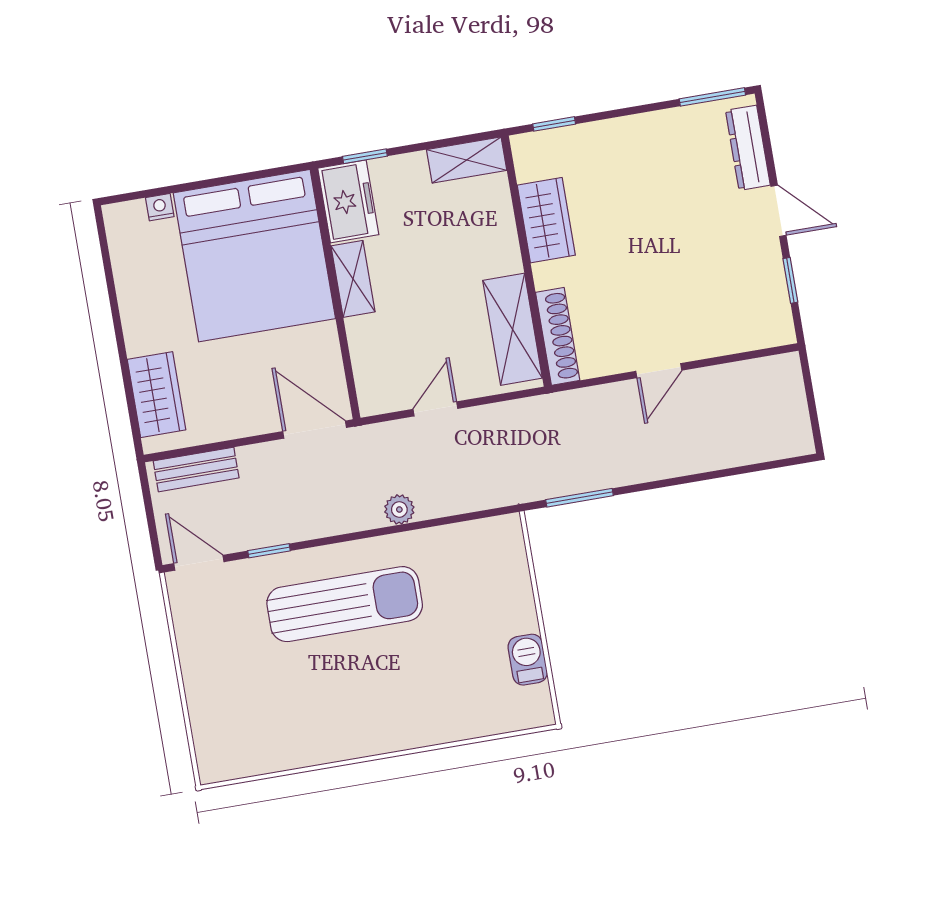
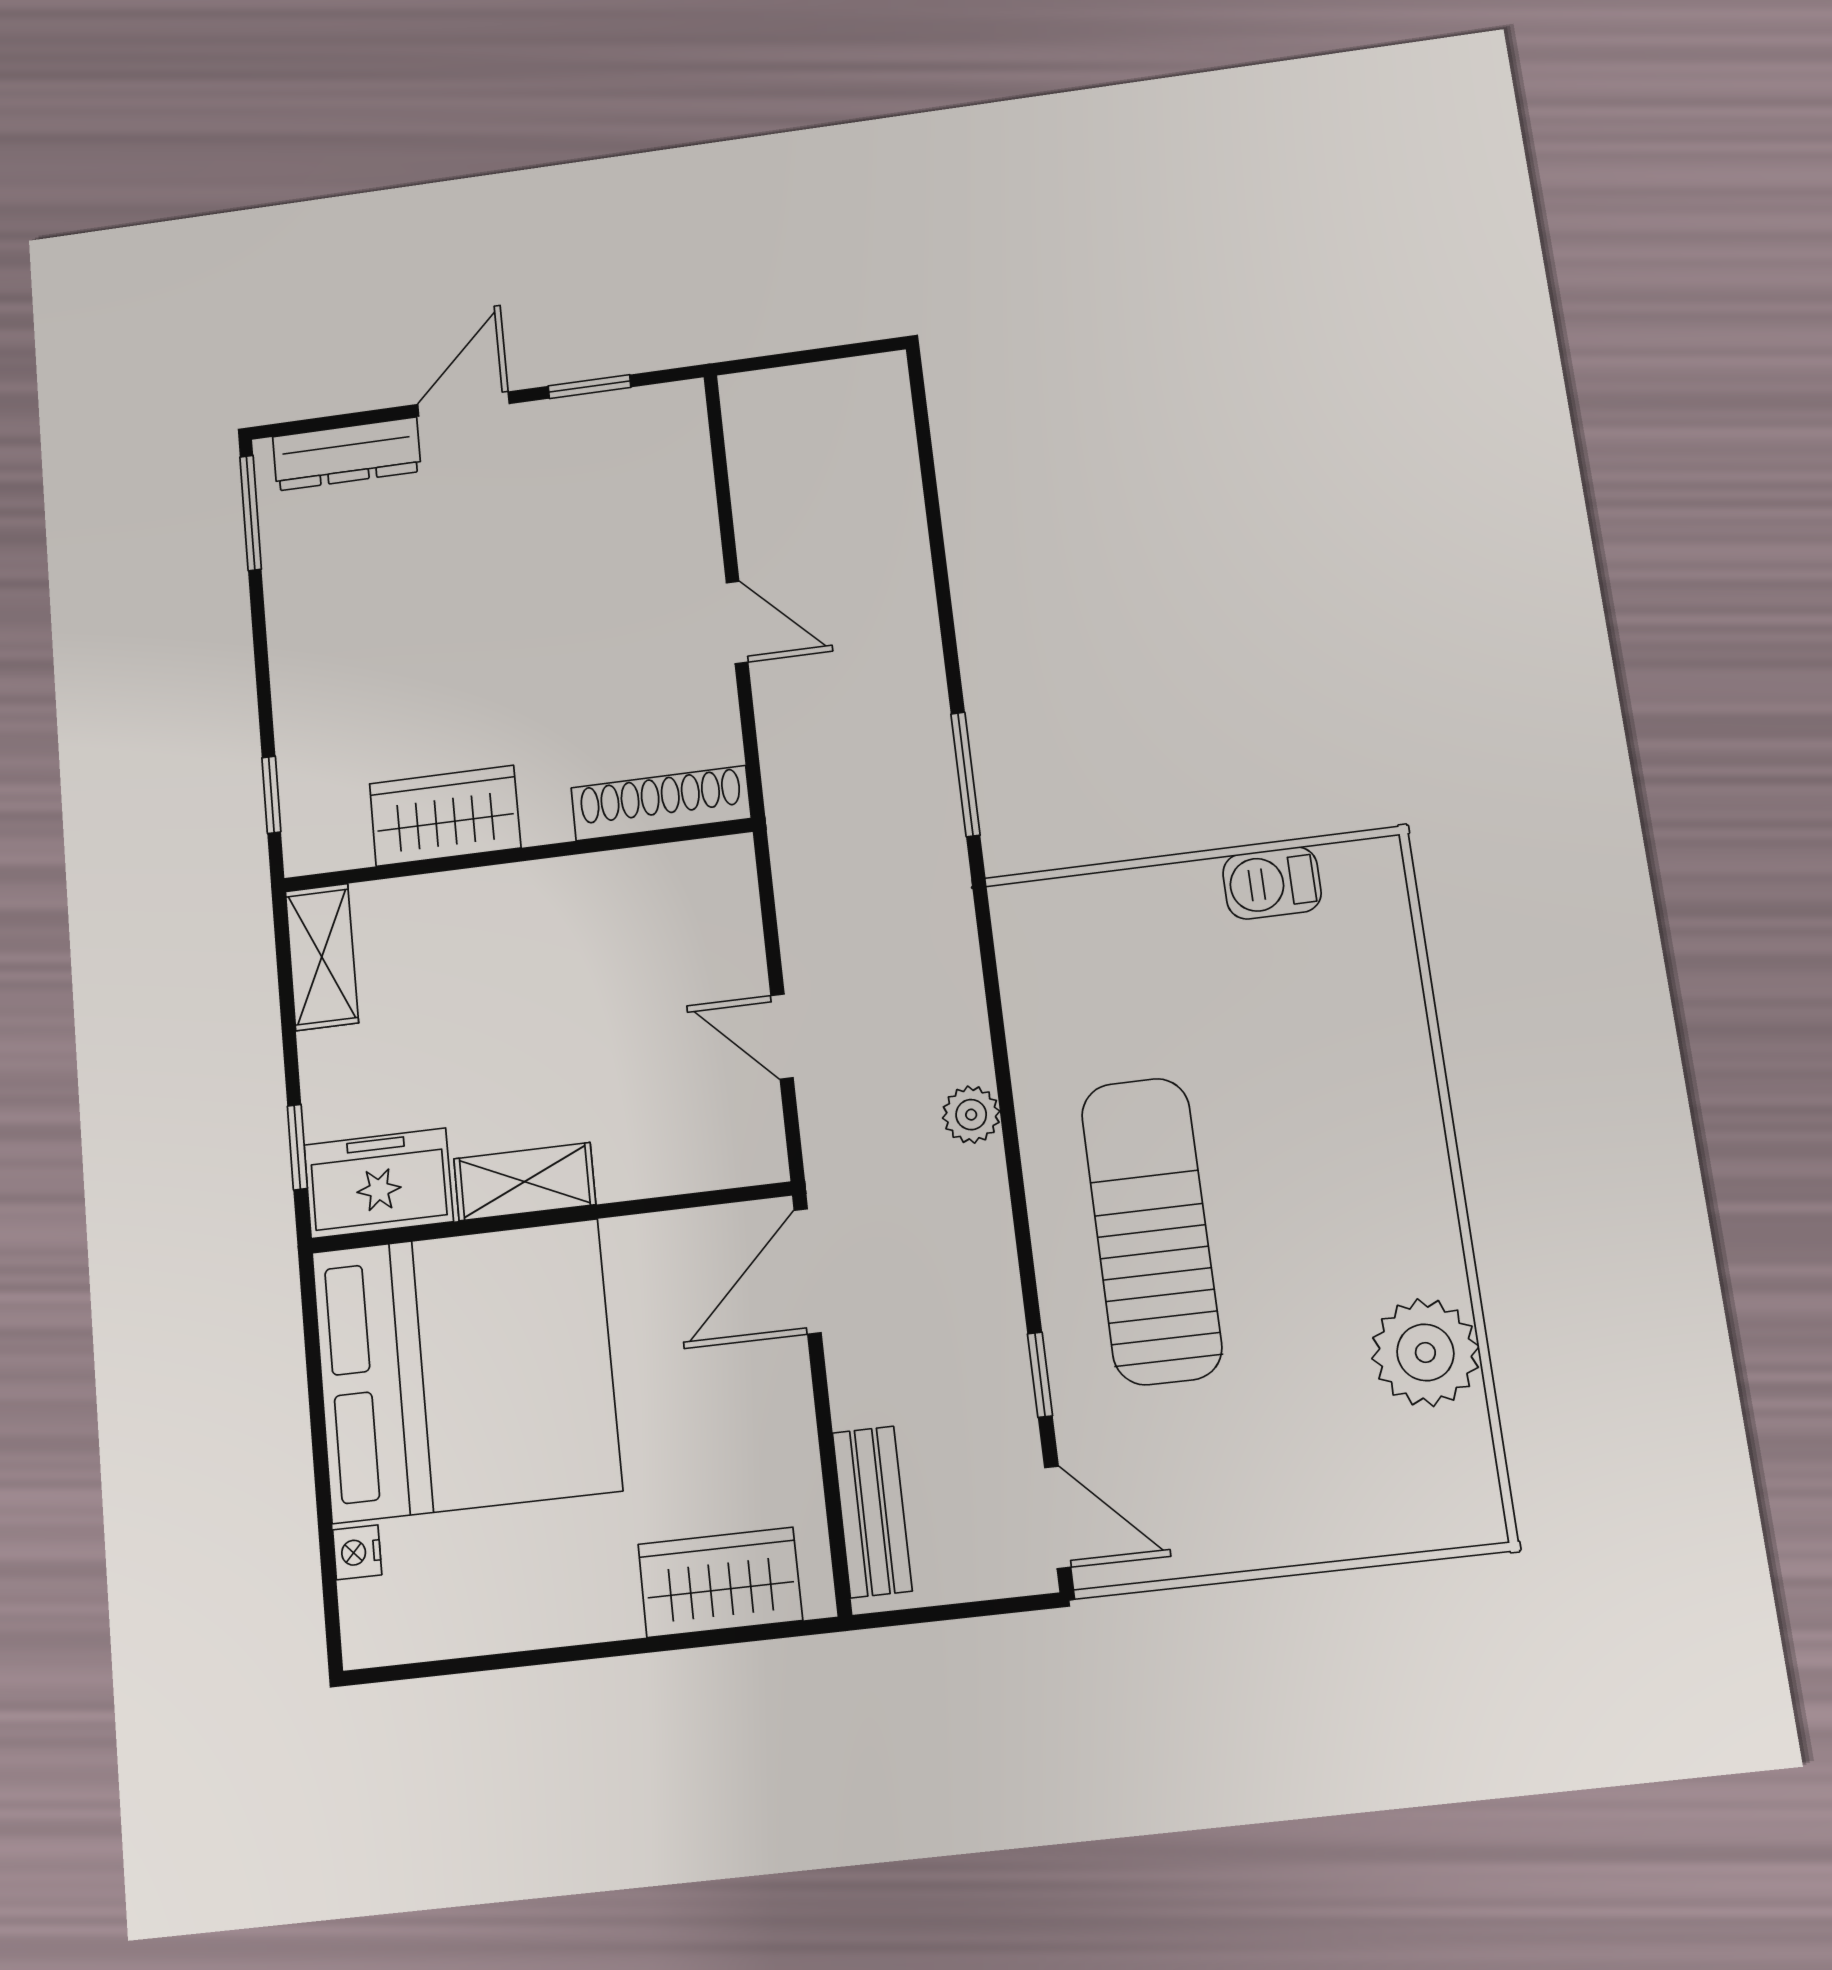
shelving: (513, 329) -> (642, 886), removed
door: (199, 563) -> (1058, 1517), swing flipped
plant: (291, 743) -> (1425, 1352), added

